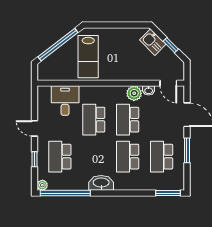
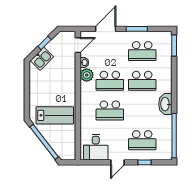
desk: (65, 101) -> (96, 147), moved, turned -90
plant: (42, 185) -> (167, 156), removed

